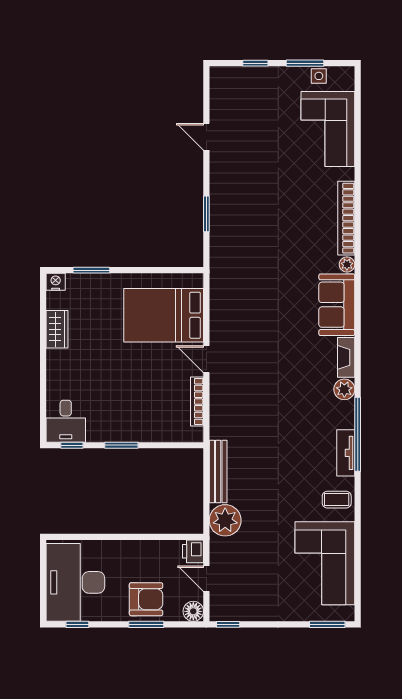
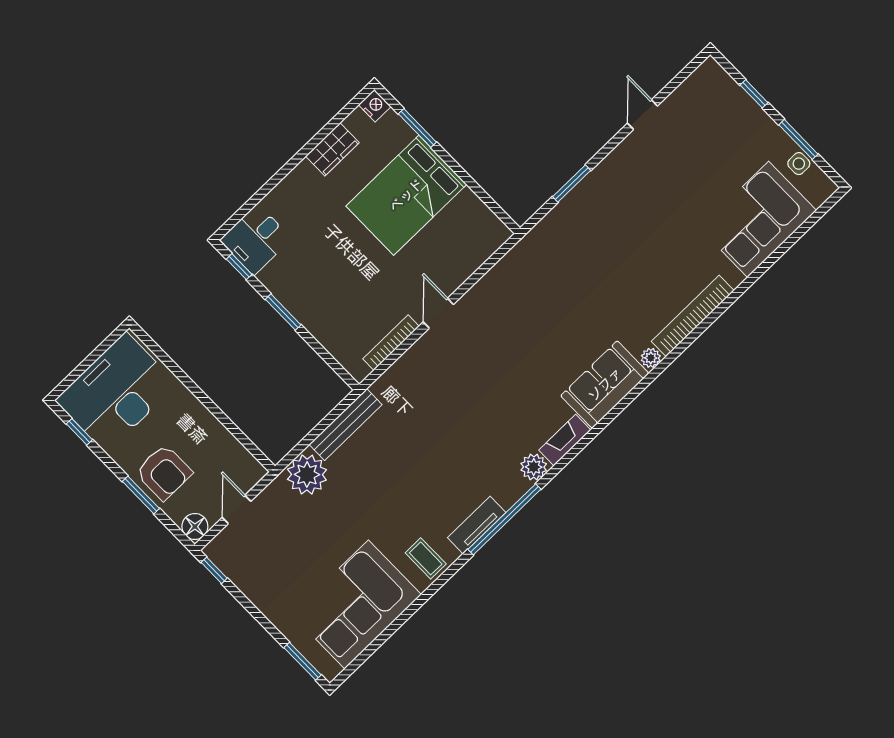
bed: (164, 315) -> (406, 195), moved, turned -90
printer: (193, 551) -> (250, 473), removed

